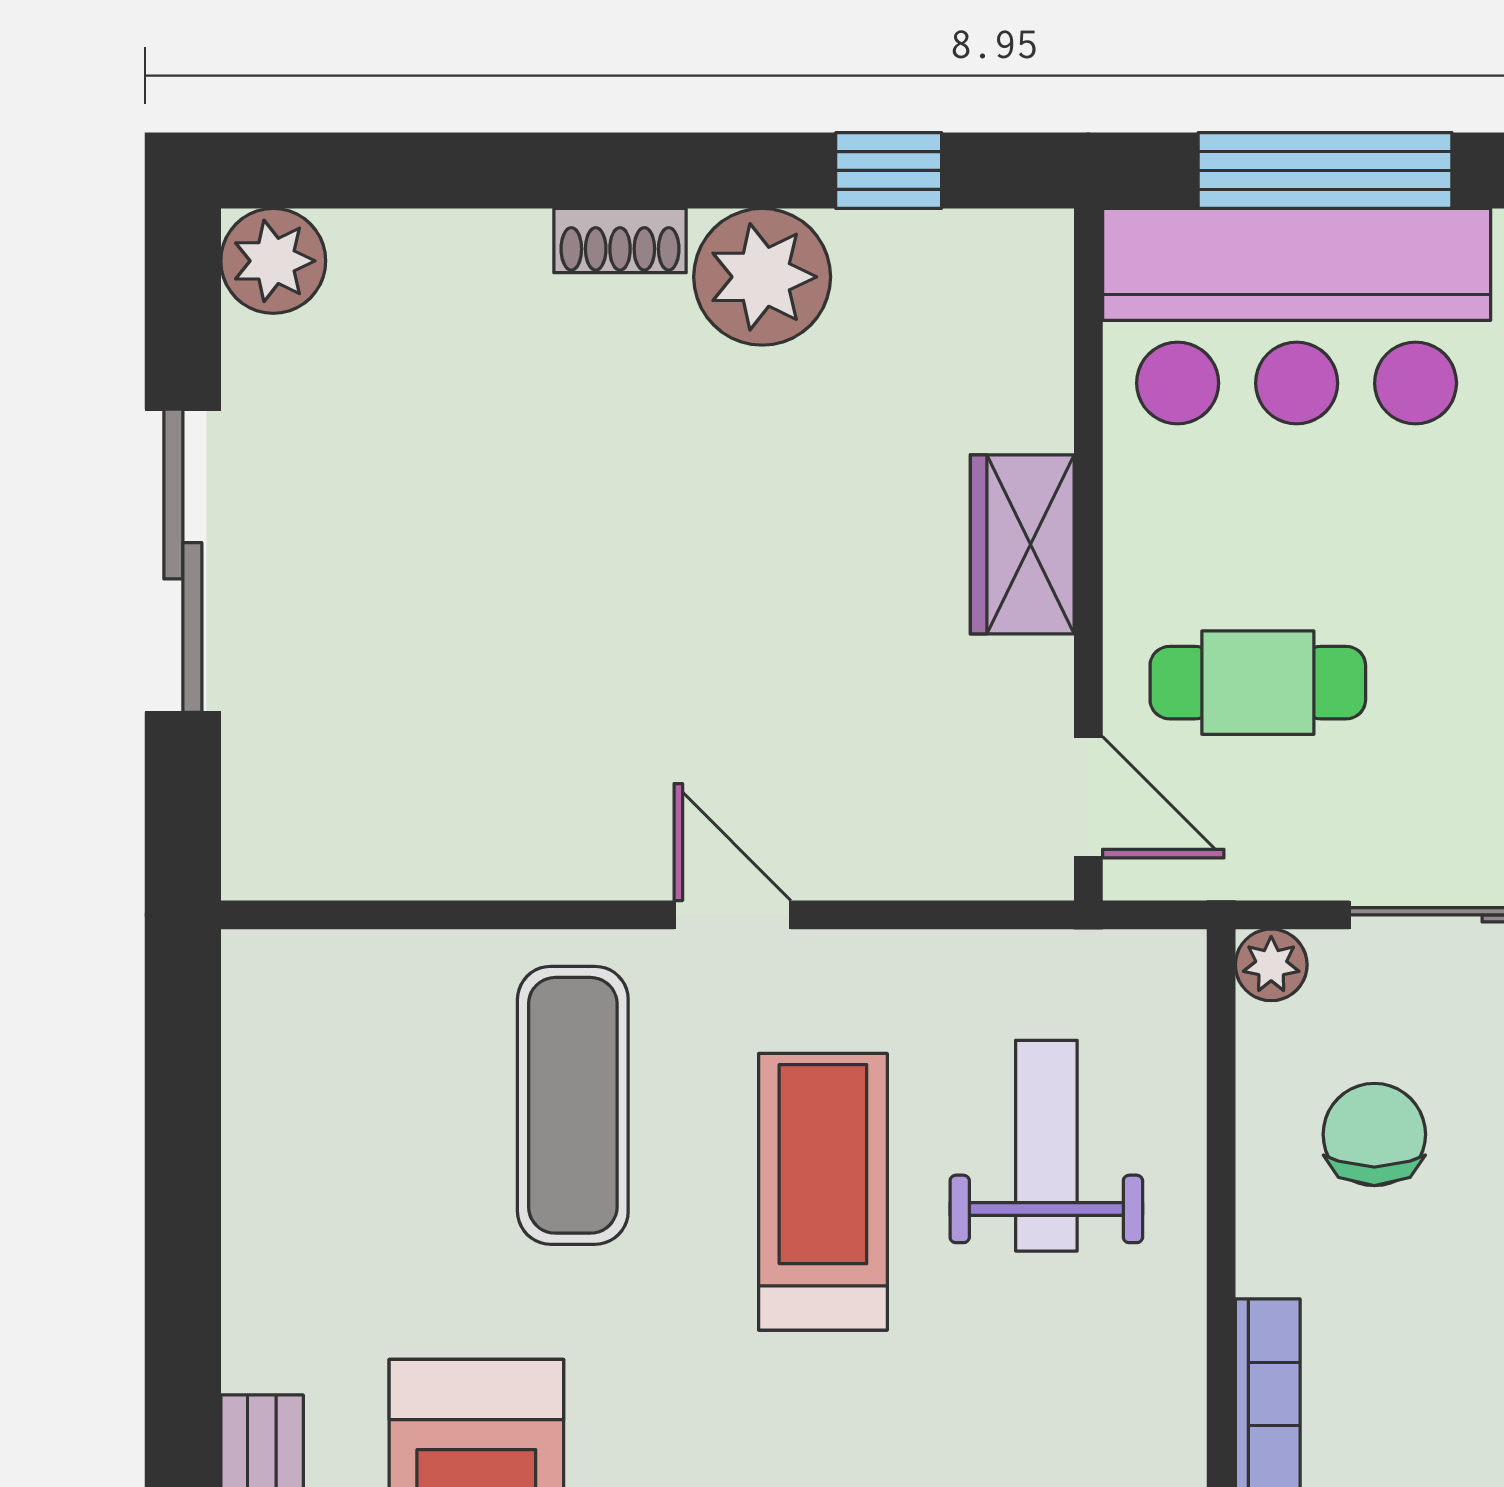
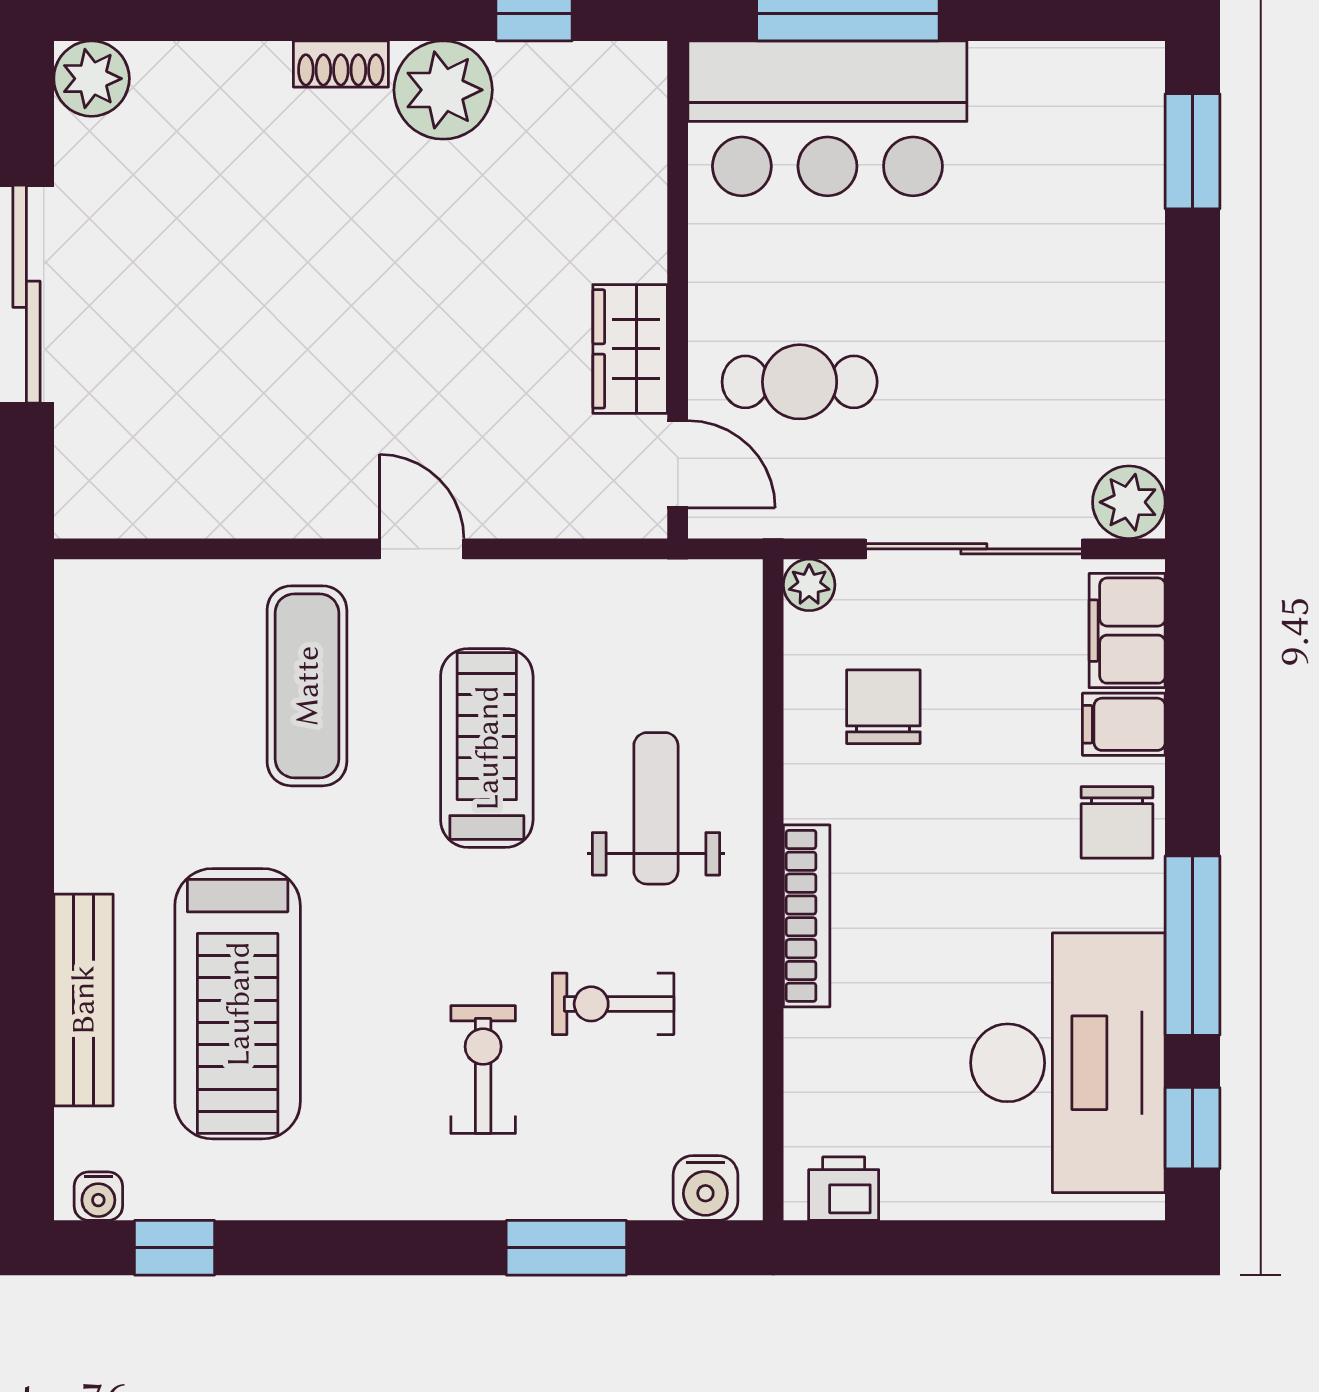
wardrobe: (1022, 544) -> (630, 349), moved
weight bench: (1046, 1146) -> (656, 808), moved

